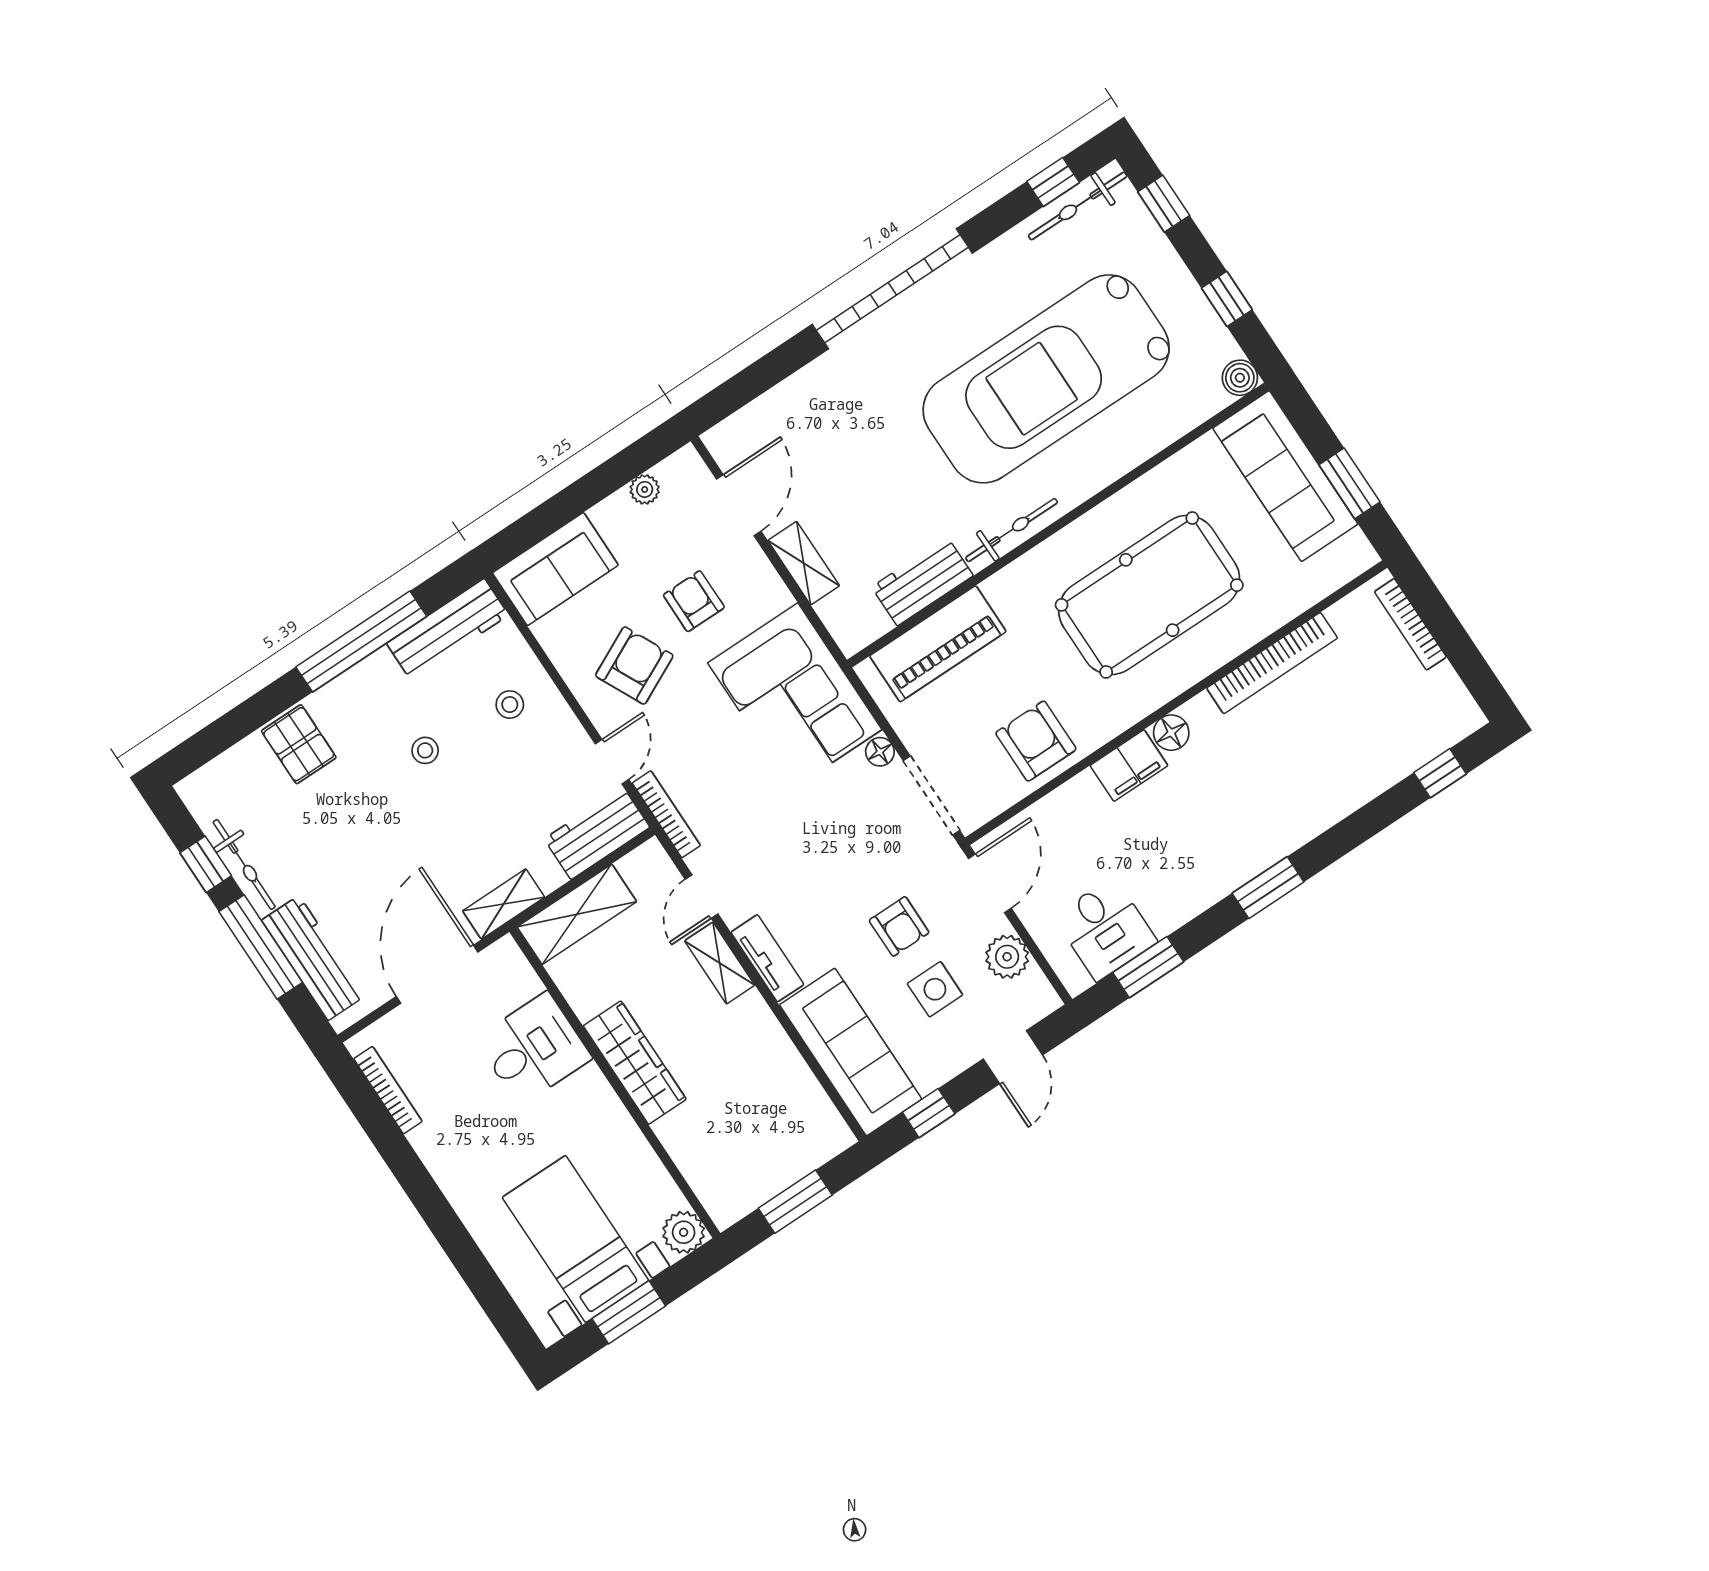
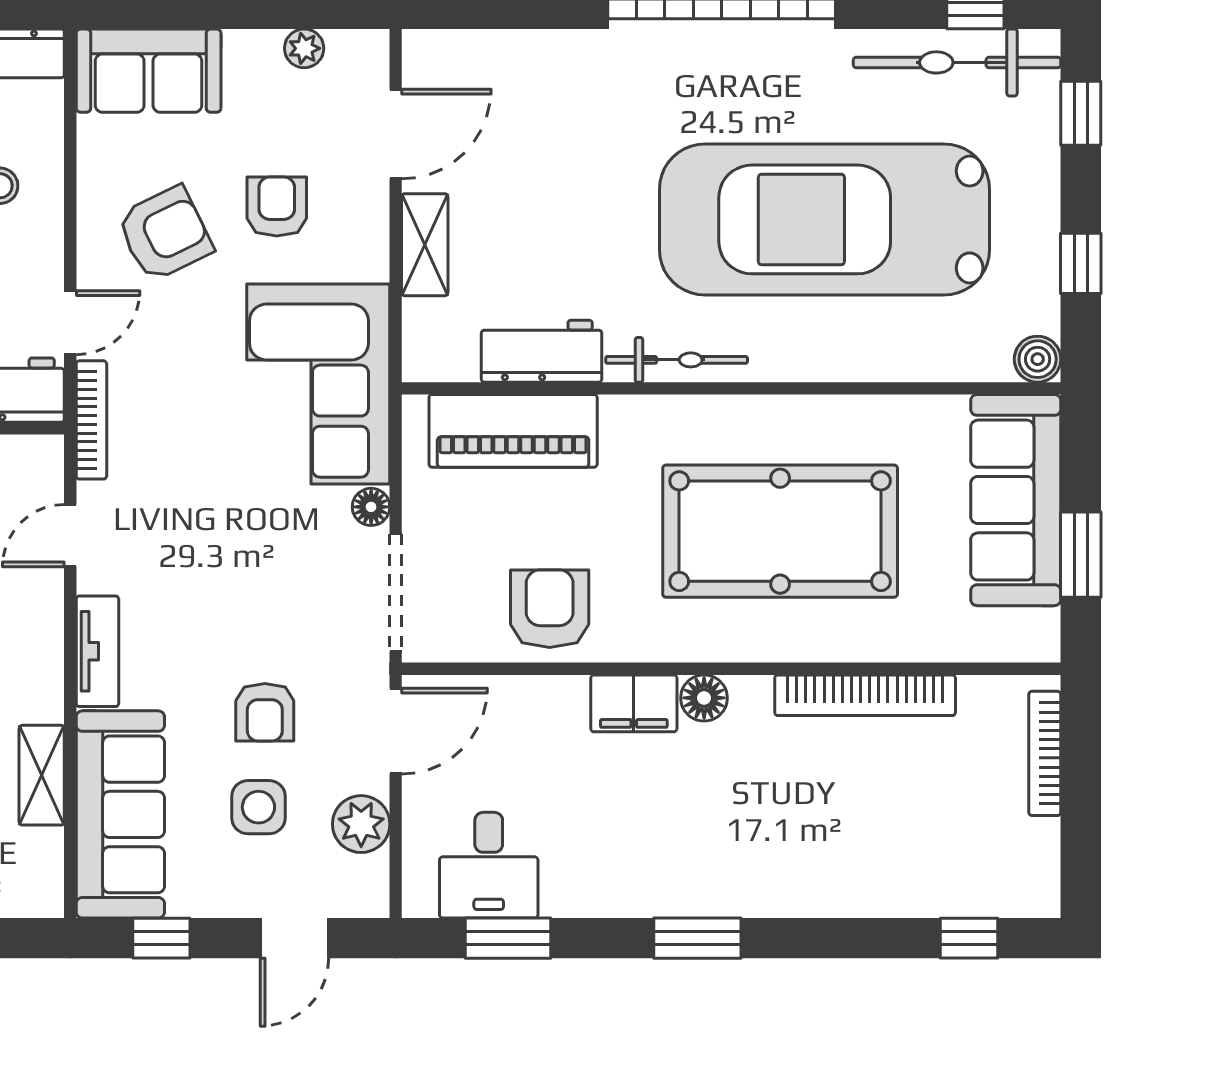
bicycle: (1078, 206) -> (957, 62), width x1.37, depth x1.40
shelving: (720, 963) -> (42, 775), moved

